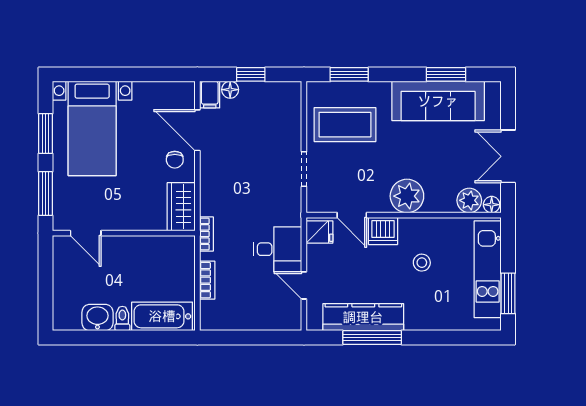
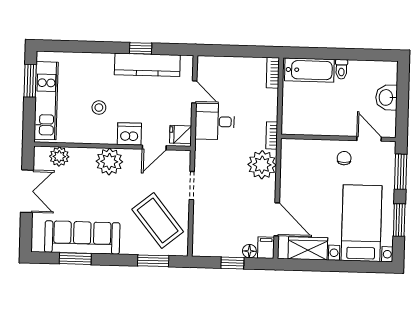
coffee table: (345, 125) -> (158, 220), turned 51
chair: (175, 160) -> (344, 158), moved
plant: (218, 197) -> (262, 165), added
floor lamp: (492, 205) -> (41, 153), removed
wardrobe: (181, 207) -> (308, 248), moved, turned -90
door: (352, 215) -> (154, 147), swing flipped
bookcase: (207, 280) -> (273, 73), moved
washbasin: (97, 318) -> (387, 97), moved, turned 90
window: (372, 337) -> (141, 48), width x0.46

